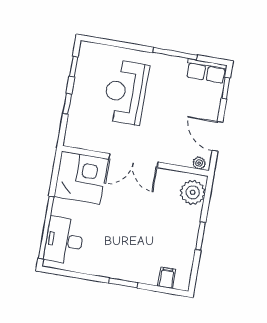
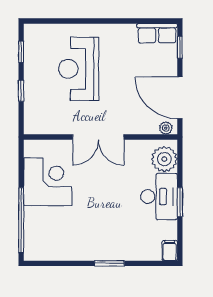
window: (175, 54) -> (122, 21), removed
door: (217, 136) -> (180, 98), width x1.36
corner desk: (81, 178) -> (48, 182), moved
desk: (64, 240) -> (159, 197), moved, turned 180
filing cabinet: (167, 278) -> (170, 251), moved

